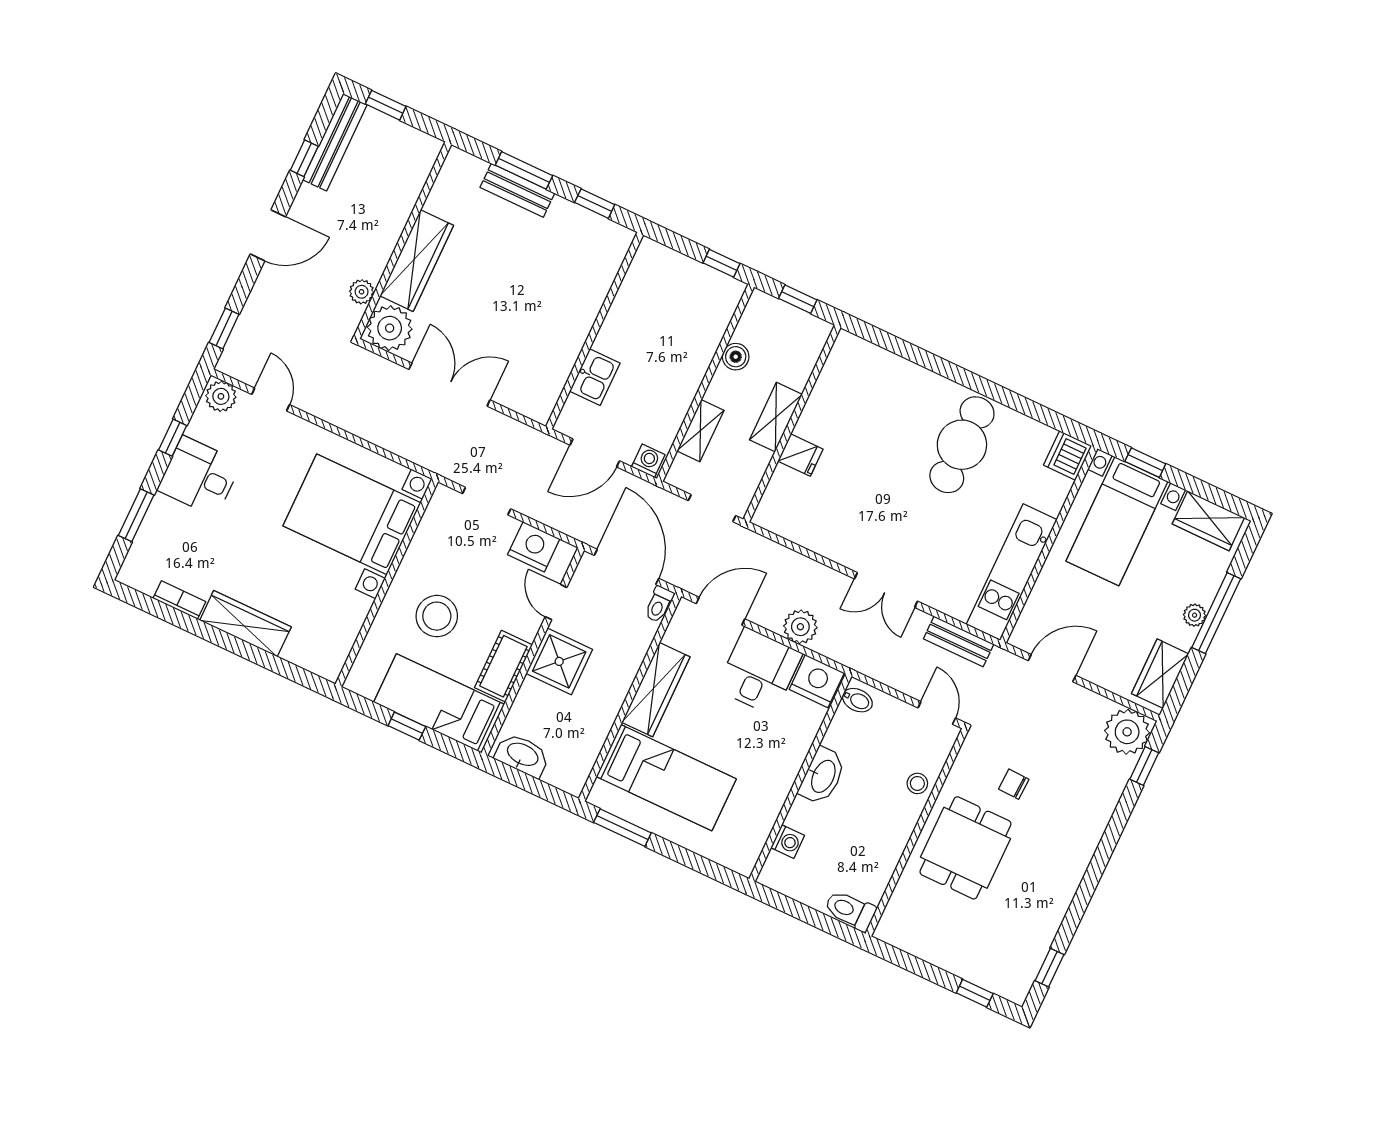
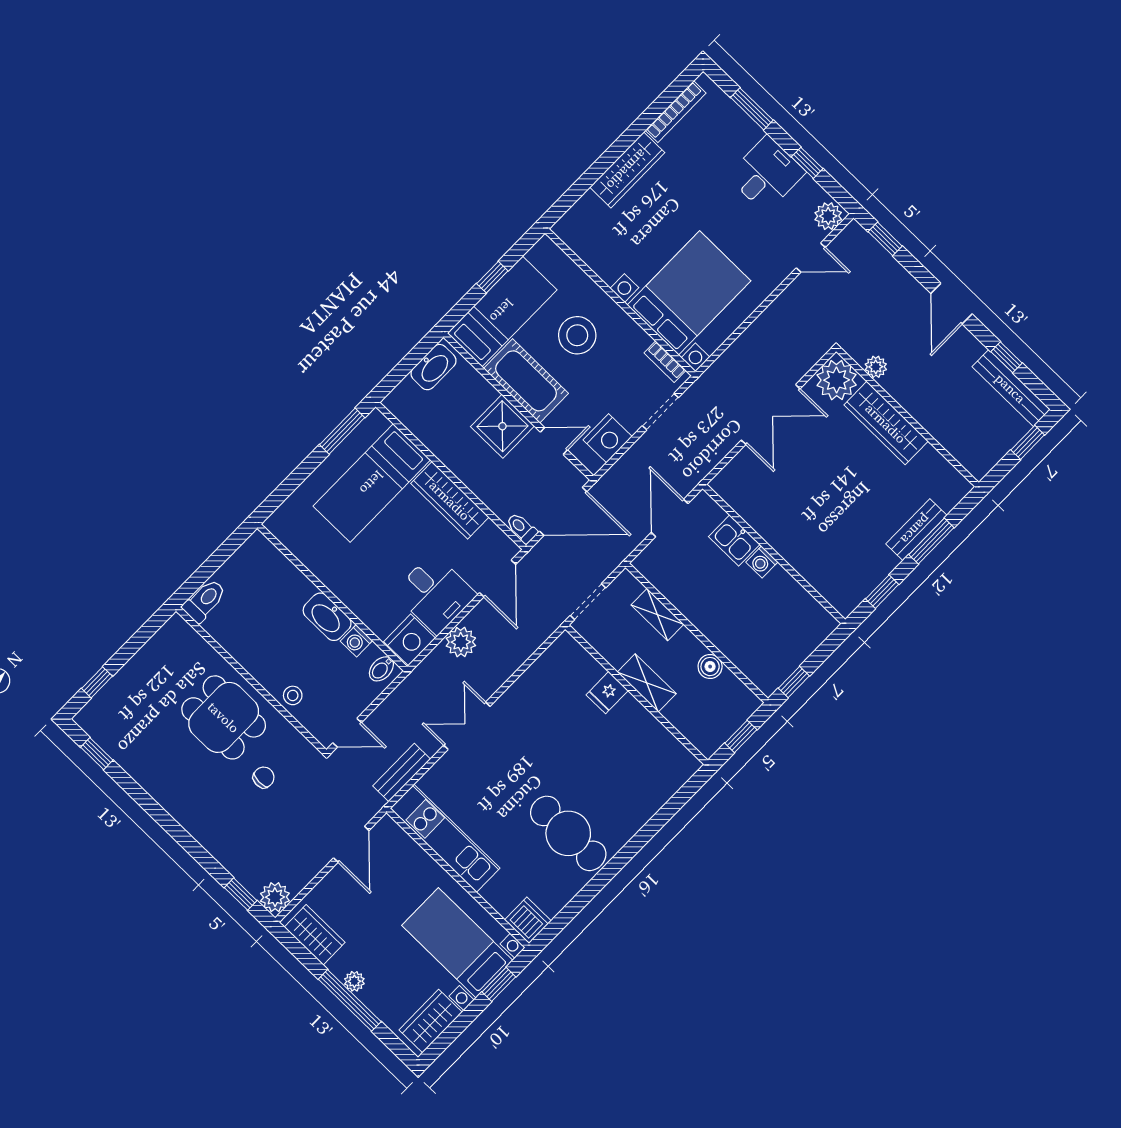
washing machine: (648, 461) -> (762, 562), moved, turned 90
bookcase: (433, 515) -> (665, 362), added
bookcase: (179, 600) -> (676, 112), width x1.56
cot: (503, 666) -> (526, 381), width x1.37, depth x1.34
plant: (1127, 732) -> (275, 897), width x0.73, depth x0.73
washing machine: (788, 842) -> (356, 641), moved

